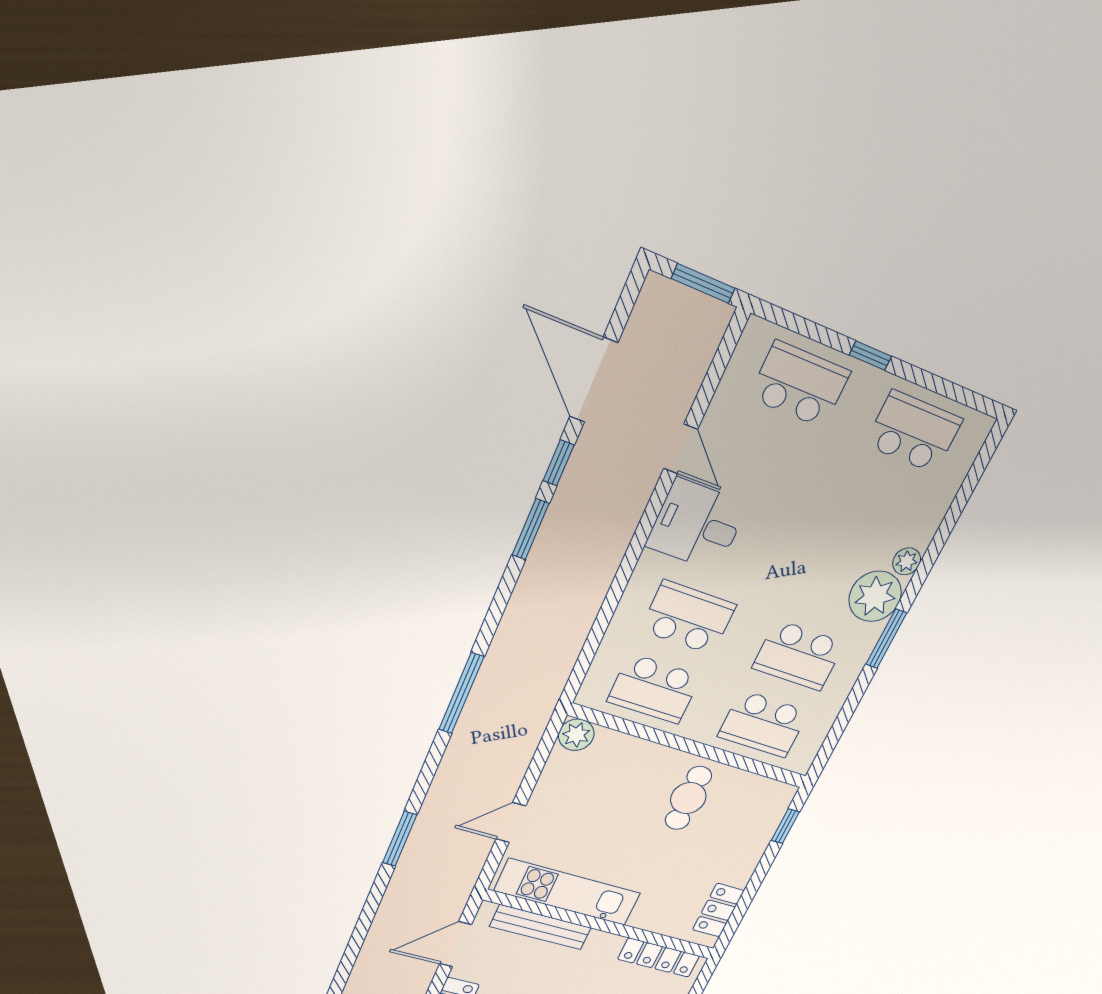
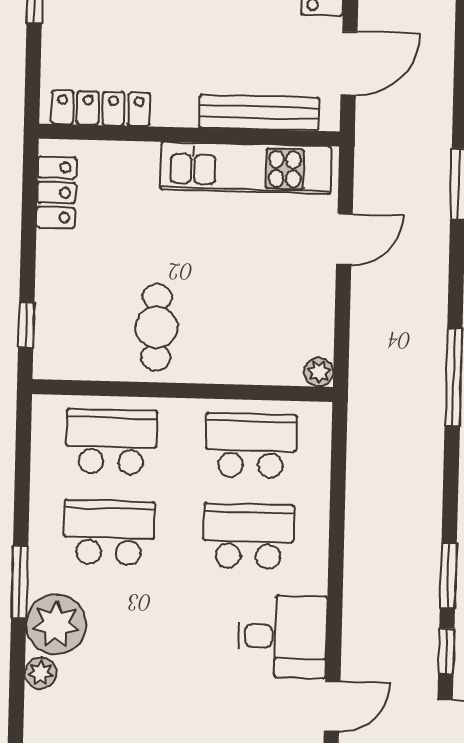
door: (681, 449) -> (332, 706), swing flipped
school desk: (688, 617) -> (249, 536), turned 180
plant: (576, 735) -> (319, 372), width x0.73, depth x0.73

